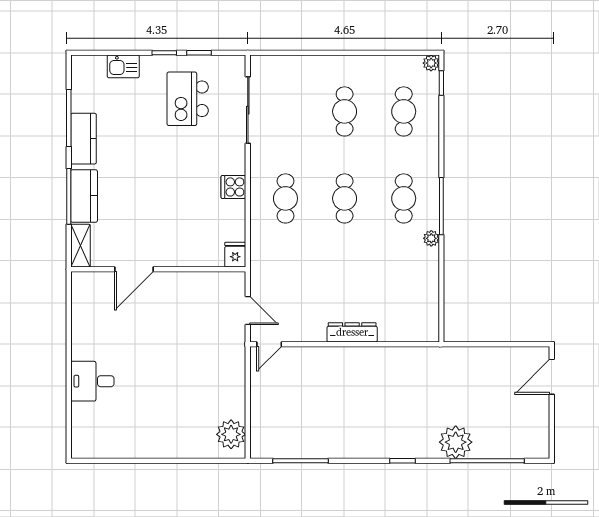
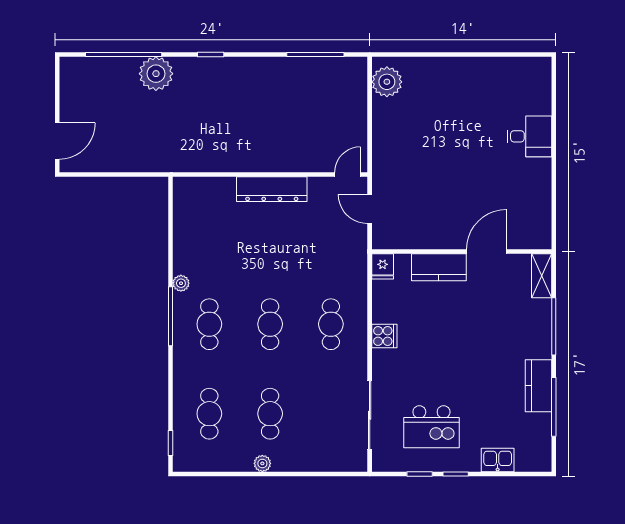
plant: (431, 63) -> (262, 463), moved
kitchen island: (188, 99) -> (431, 427), turned 90
kitchen counter: (84, 196) -> (439, 267), moved, turned -90
dresser: (352, 332) -> (272, 189), width x1.37, depth x1.24

